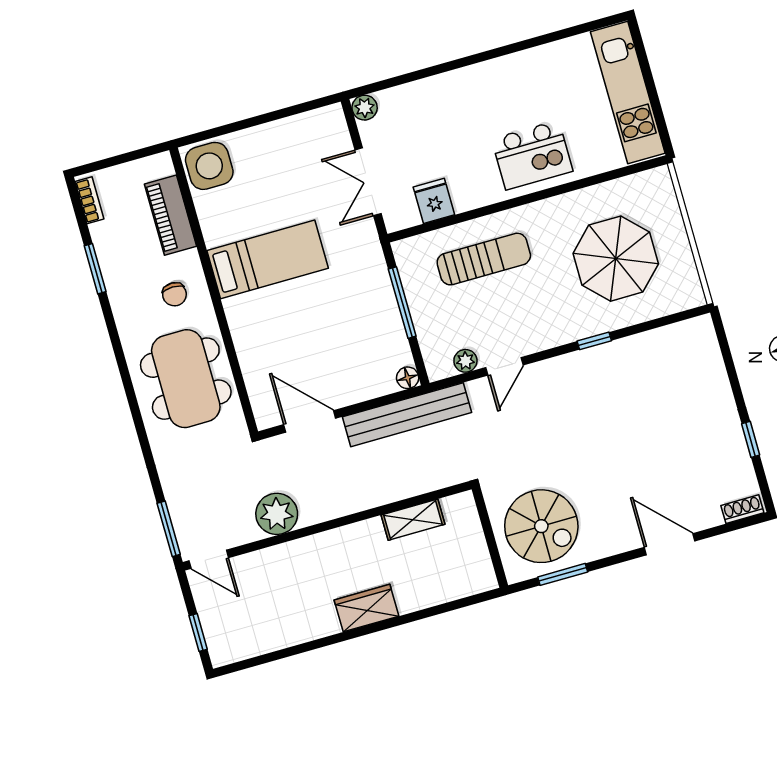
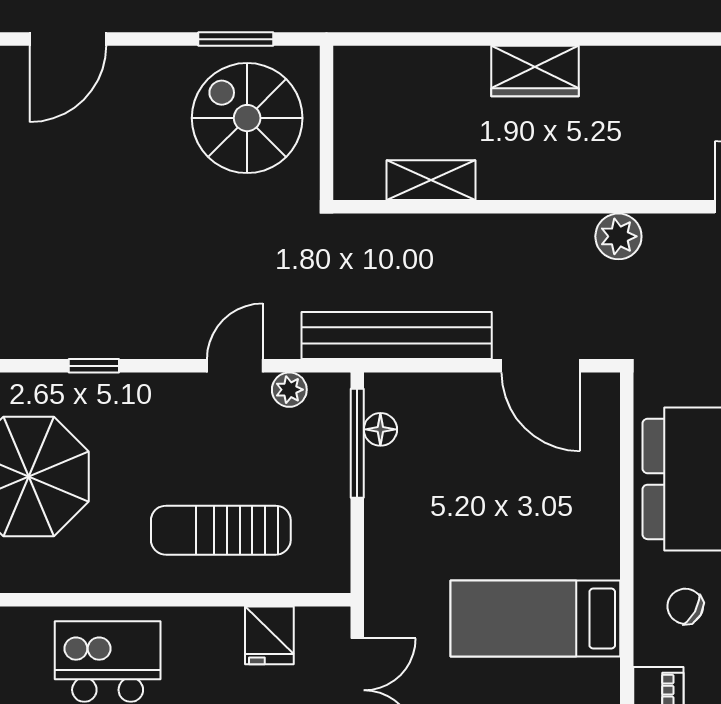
chair: (174, 294) -> (685, 606), turned -61
window: (402, 303) -> (357, 443), moved
floor lamp: (408, 378) -> (380, 429), moved
plant: (277, 514) -> (618, 236), width x0.73, depth x0.73
door: (670, 544) -> (68, 39), hinge flipped

